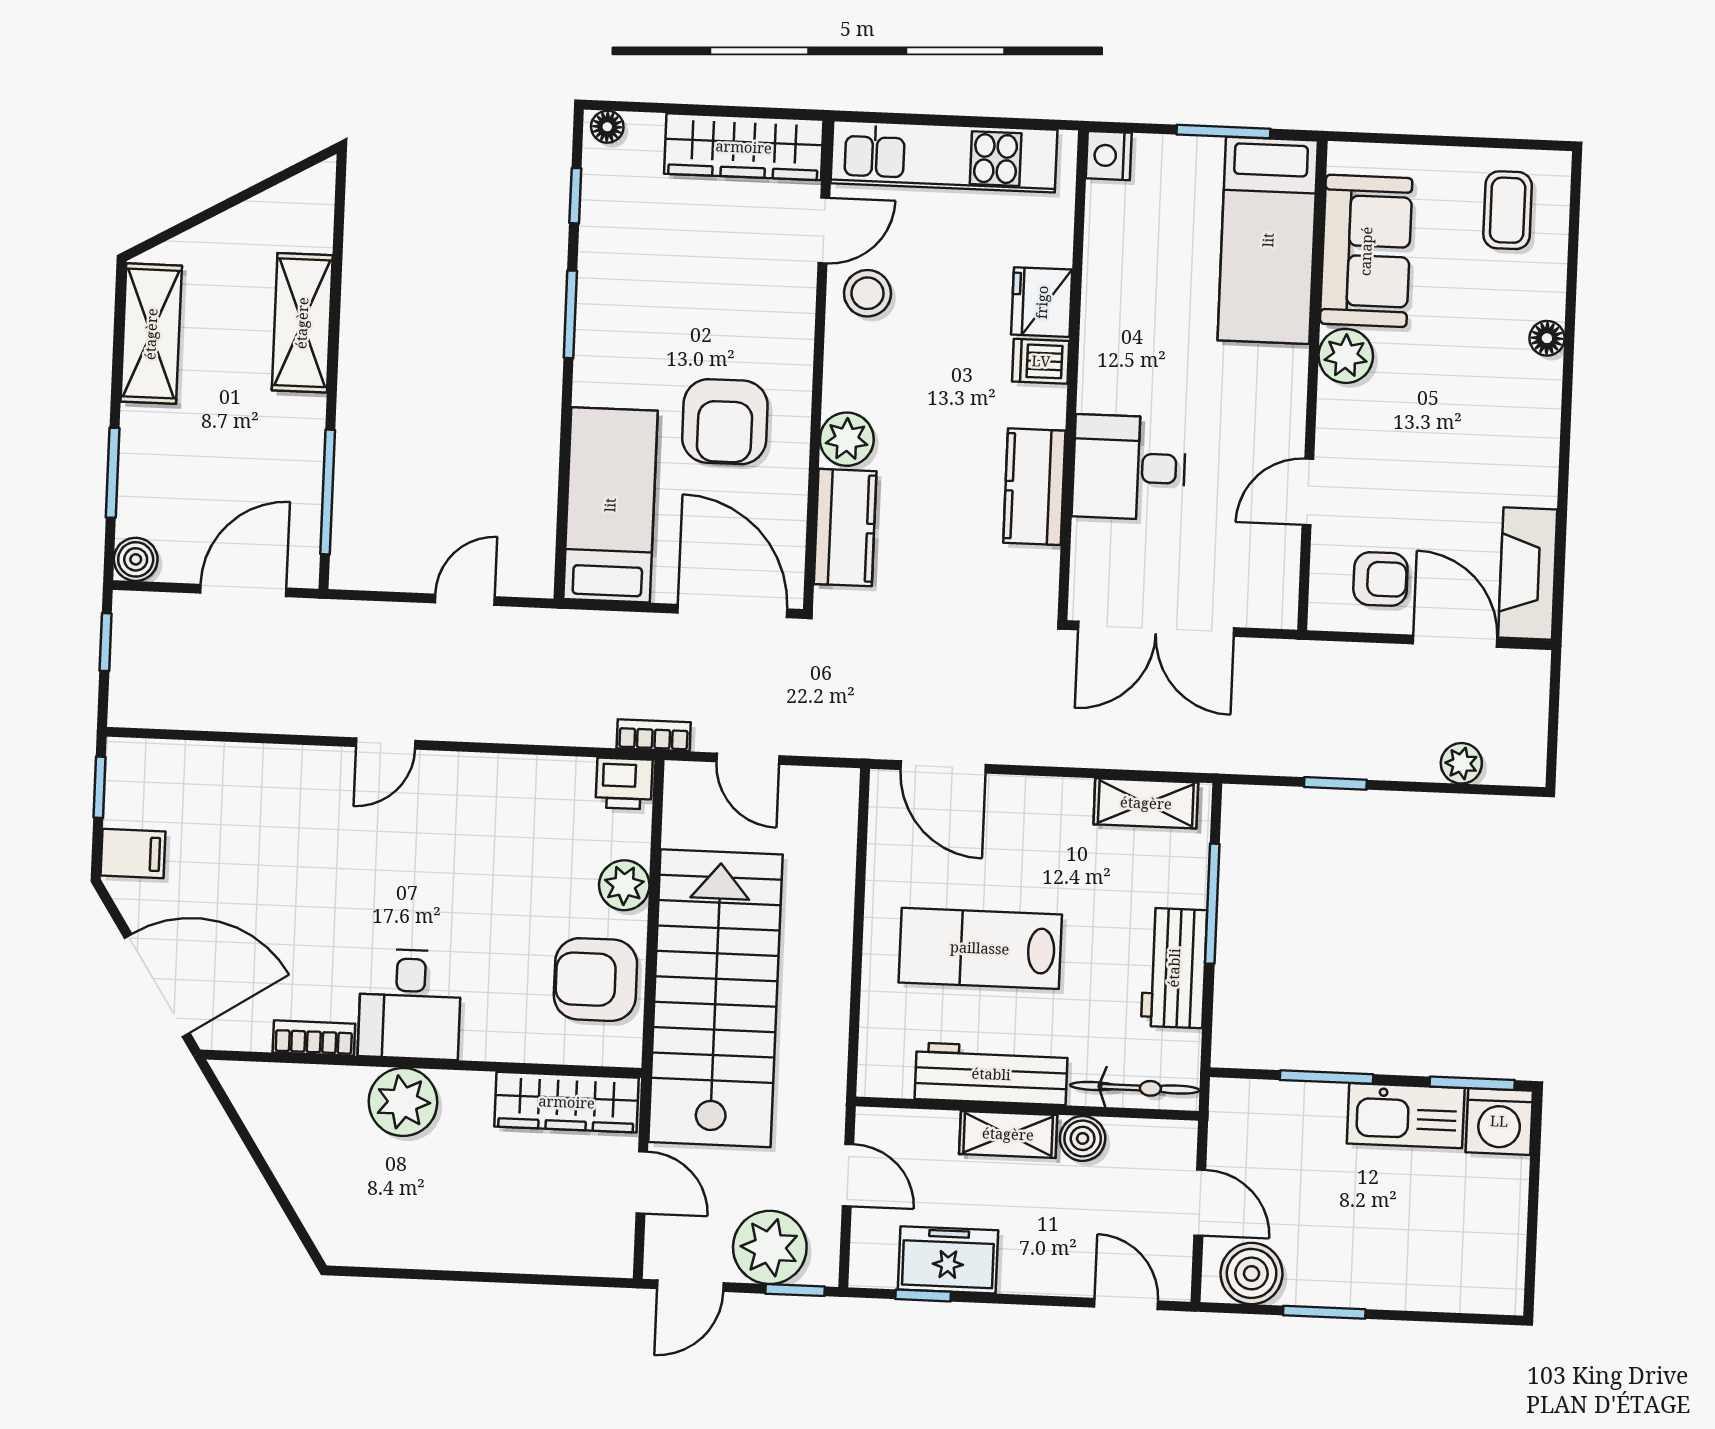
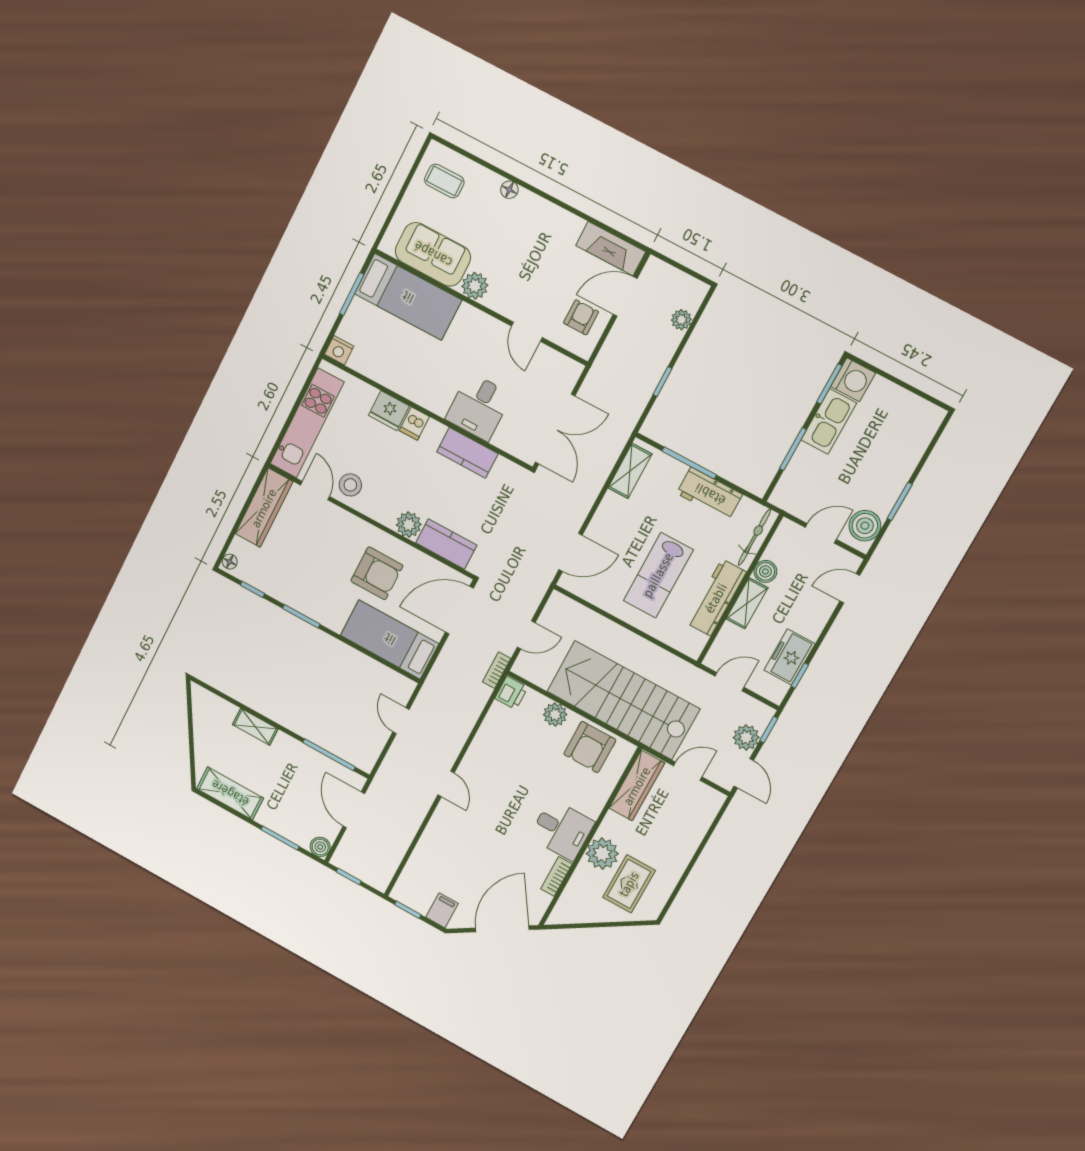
shelving: (302, 323) -> (255, 727), width x0.67, depth x0.75
rug: (370, 1180) -> (629, 884), added
plant: (770, 1247) -> (746, 737), width x0.73, depth x0.73

